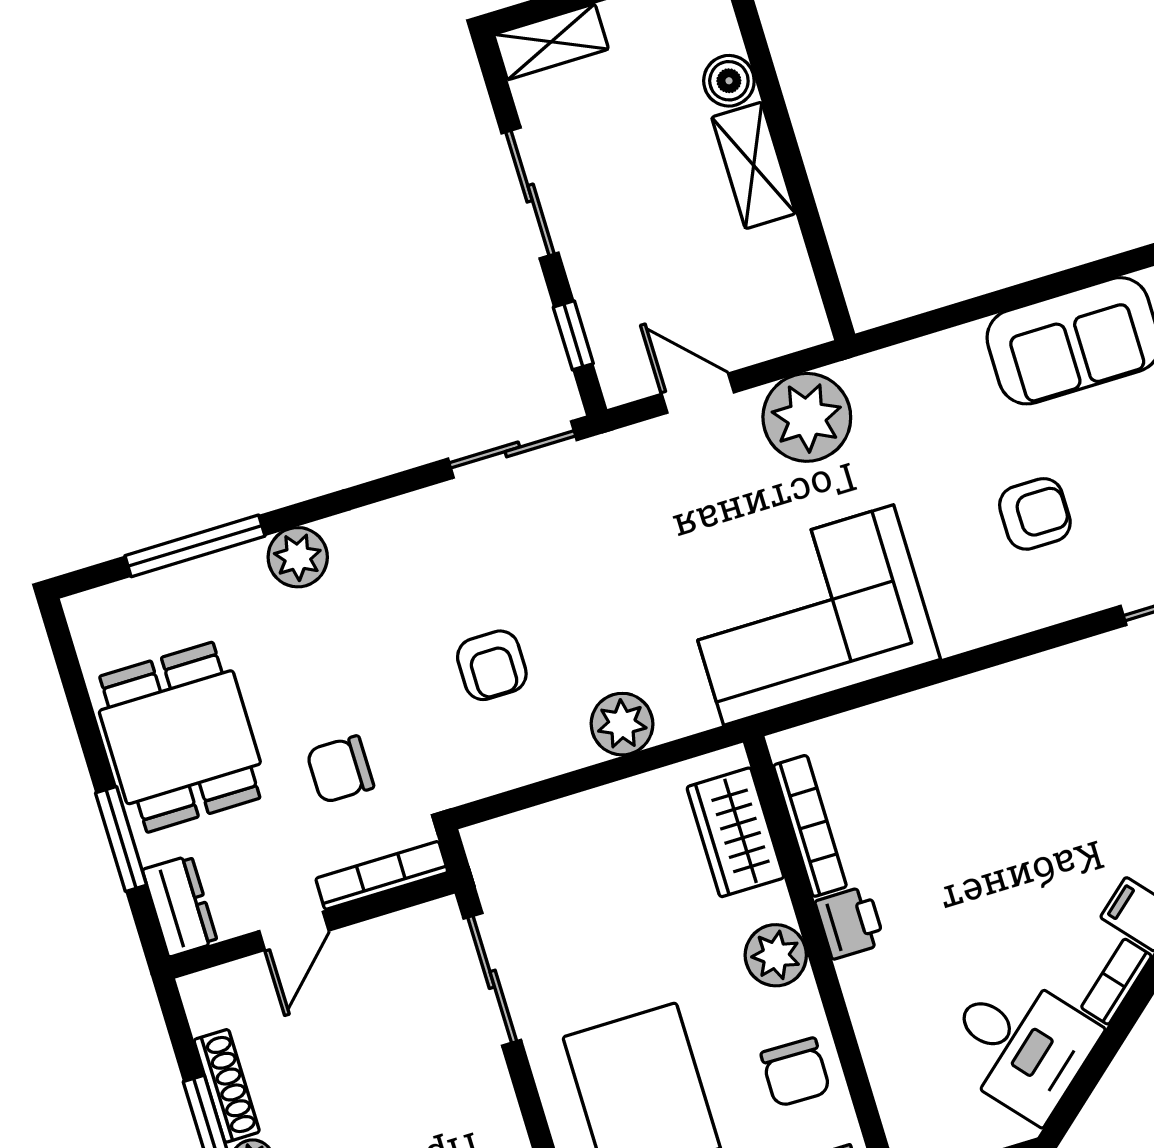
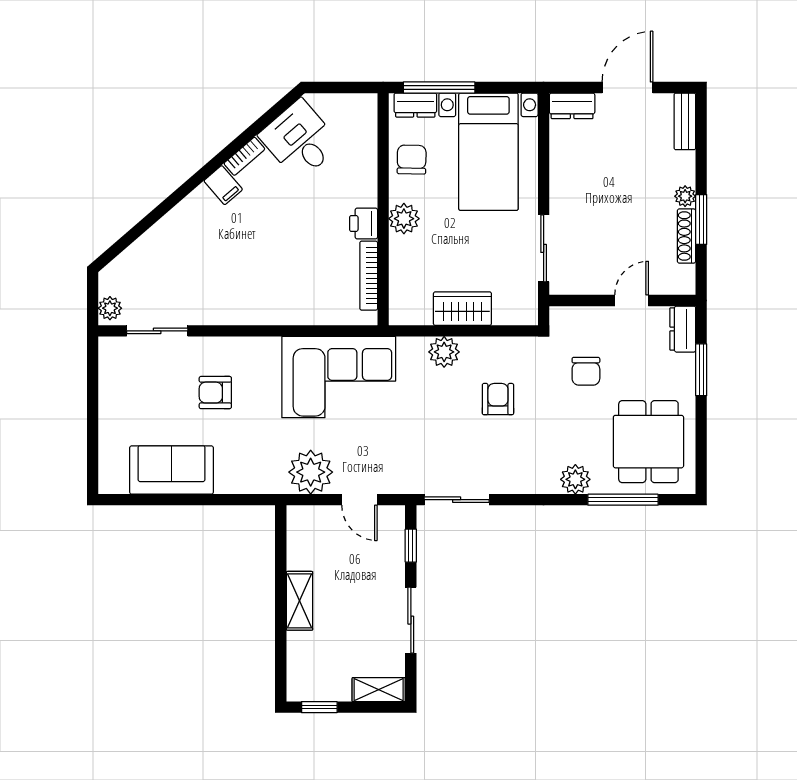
boiler: (729, 81) -> (299, 645), removed
dining table: (180, 737) -> (648, 442), moved
chair: (340, 769) -> (586, 371), turned 90
wardrobe: (735, 832) -> (462, 309), moved, turned -90
bookcase: (382, 875) -> (581, 314), removed

